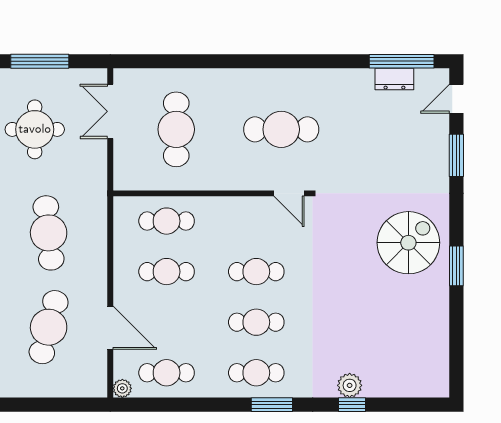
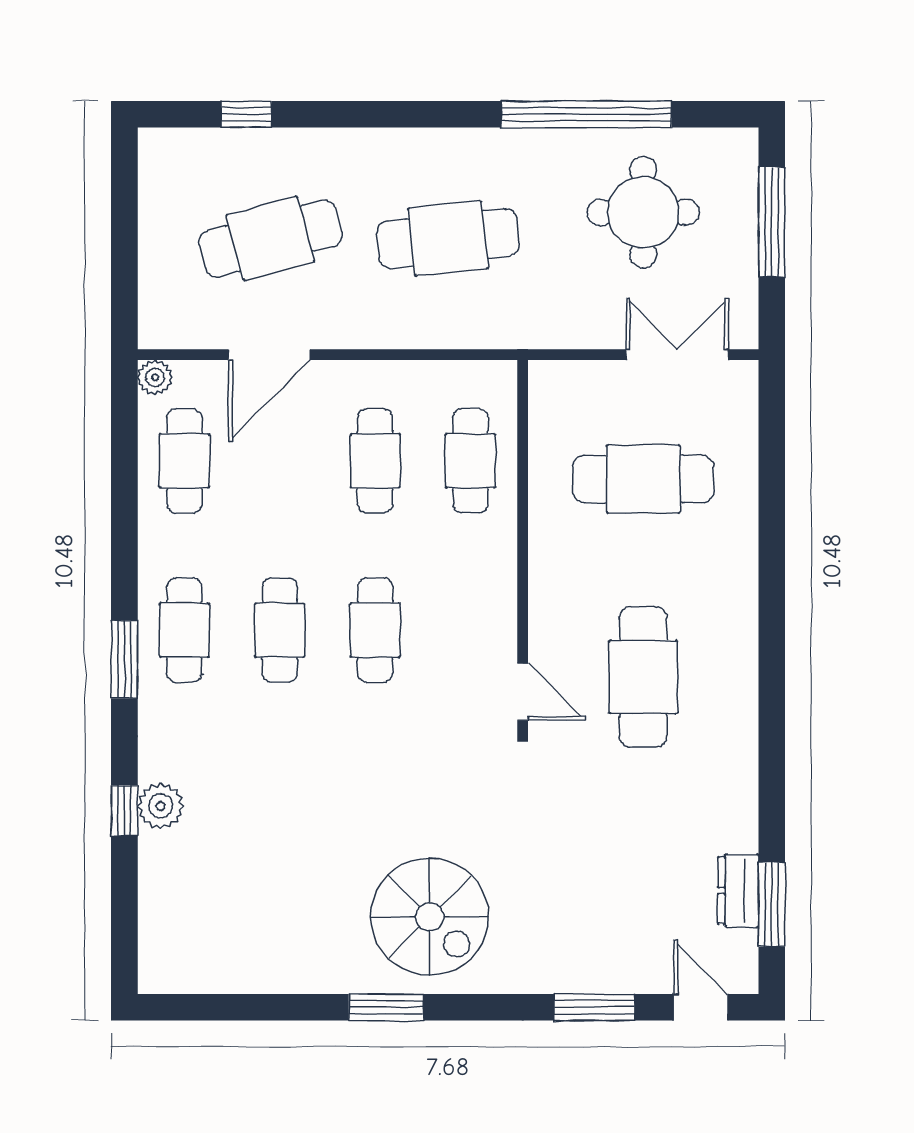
window: (402, 61) -> (772, 904), width x0.69
door: (289, 193) -> (523, 692), swing flipped
cafe table: (49, 327) -> (270, 238), turned -30

